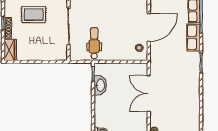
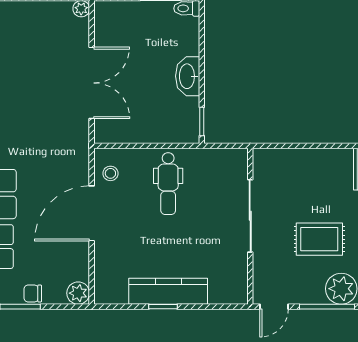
dental chair: (94, 43) -> (168, 184), moved
washbasin: (100, 85) -> (188, 76), moved

